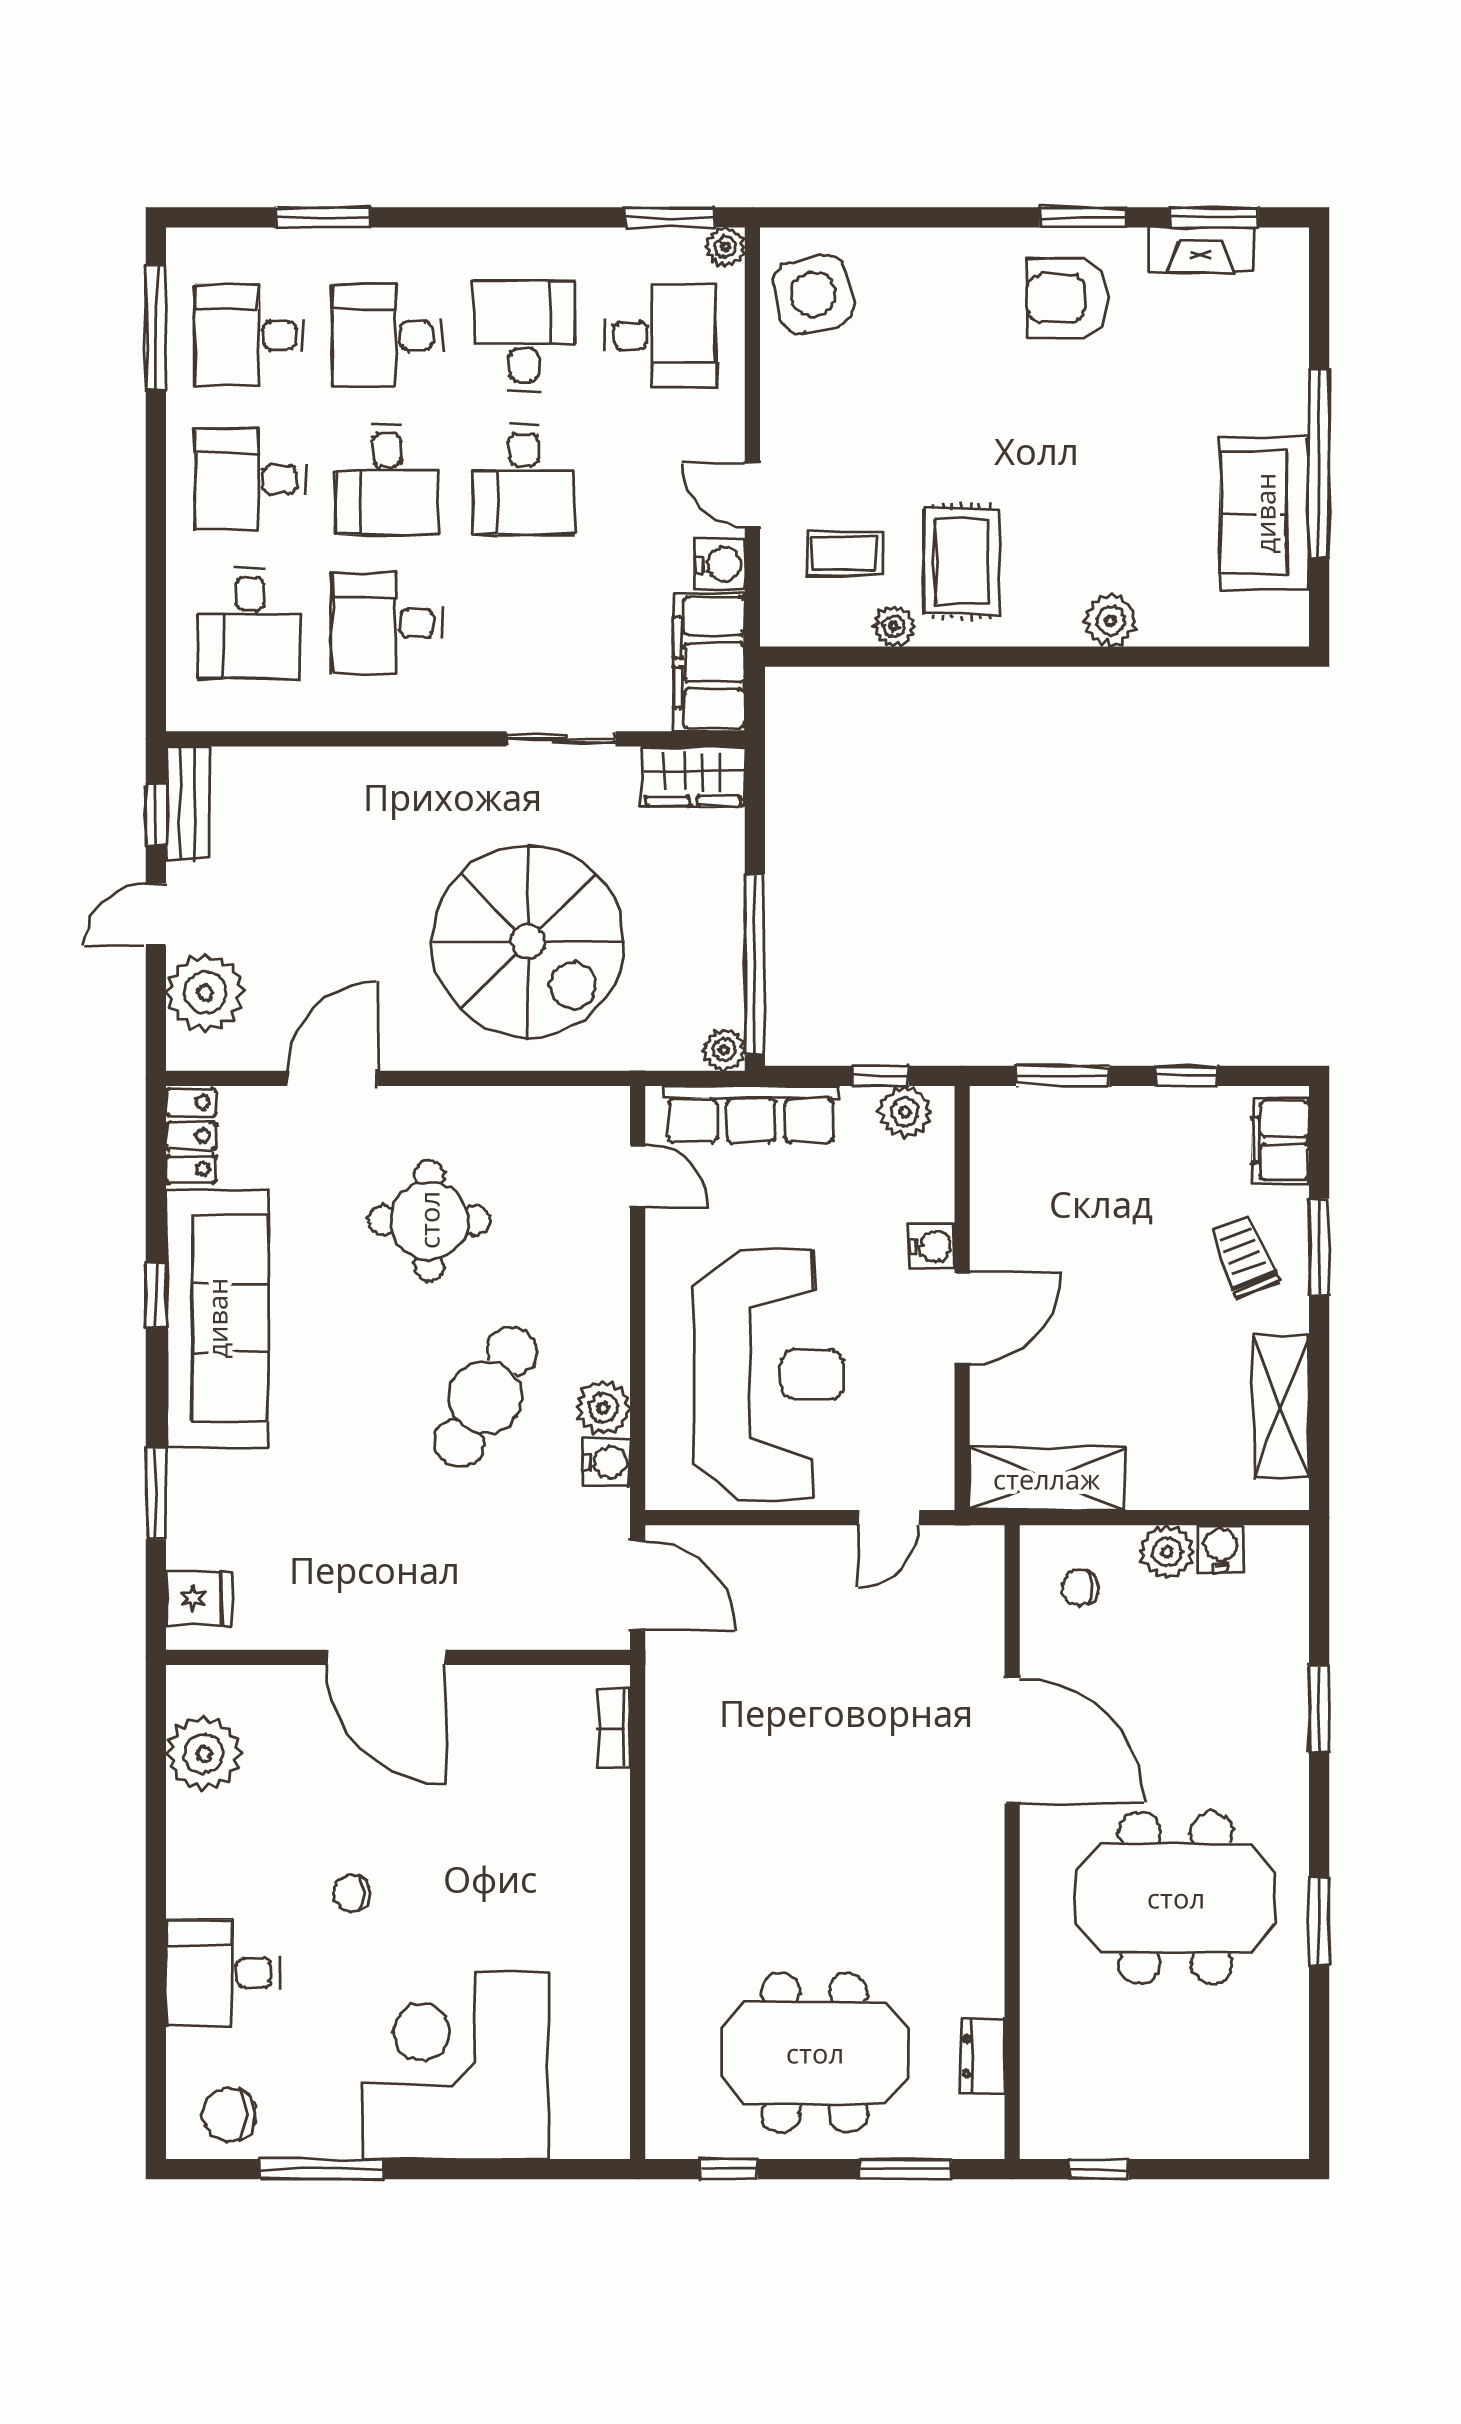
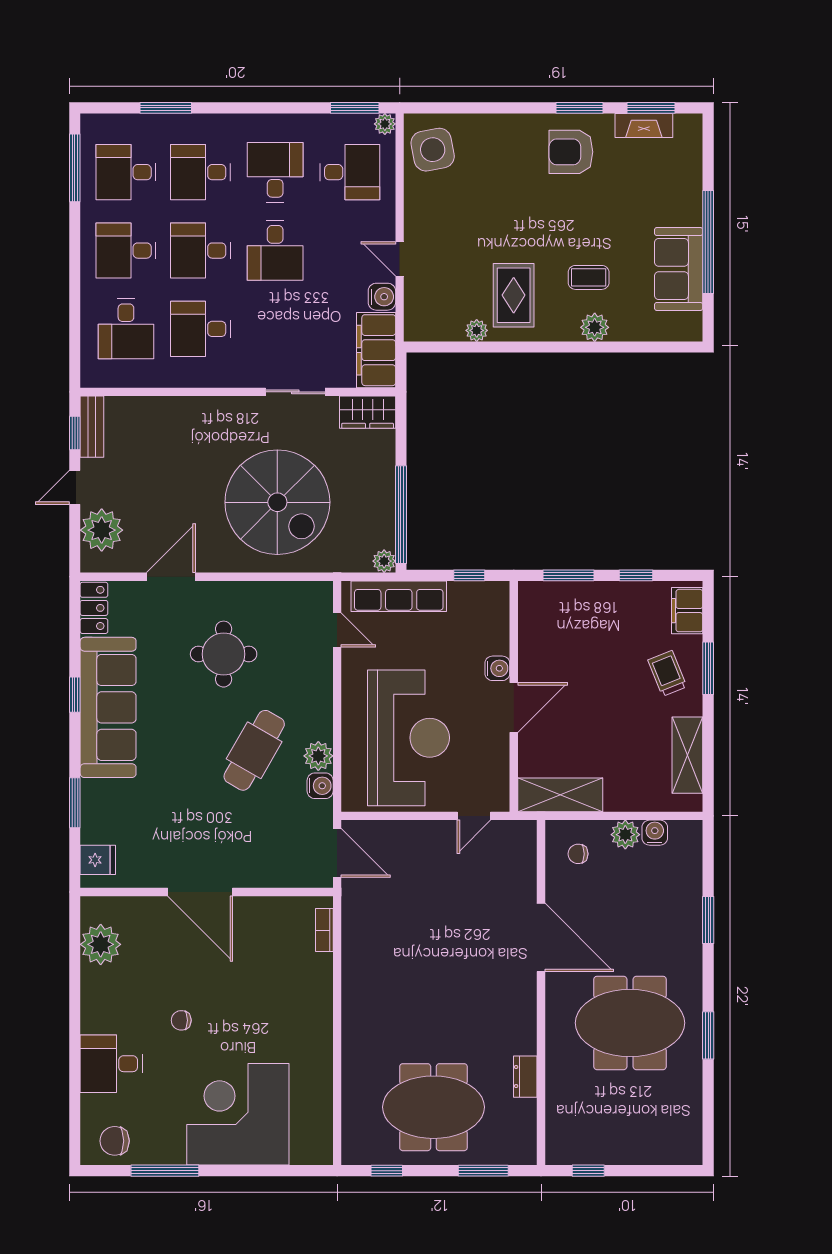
desk: (387, 479) -> (201, 251), turned 90
coffee table: (845, 553) -> (589, 277), moved
plant: (905, 1112) -> (483, 595), removed
dresser: (983, 2056) -> (525, 1077), moved

